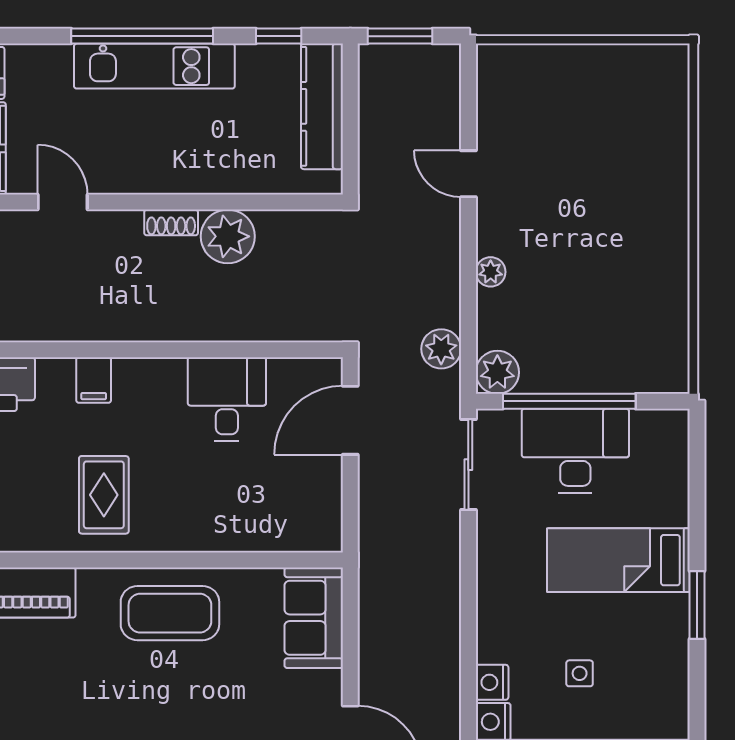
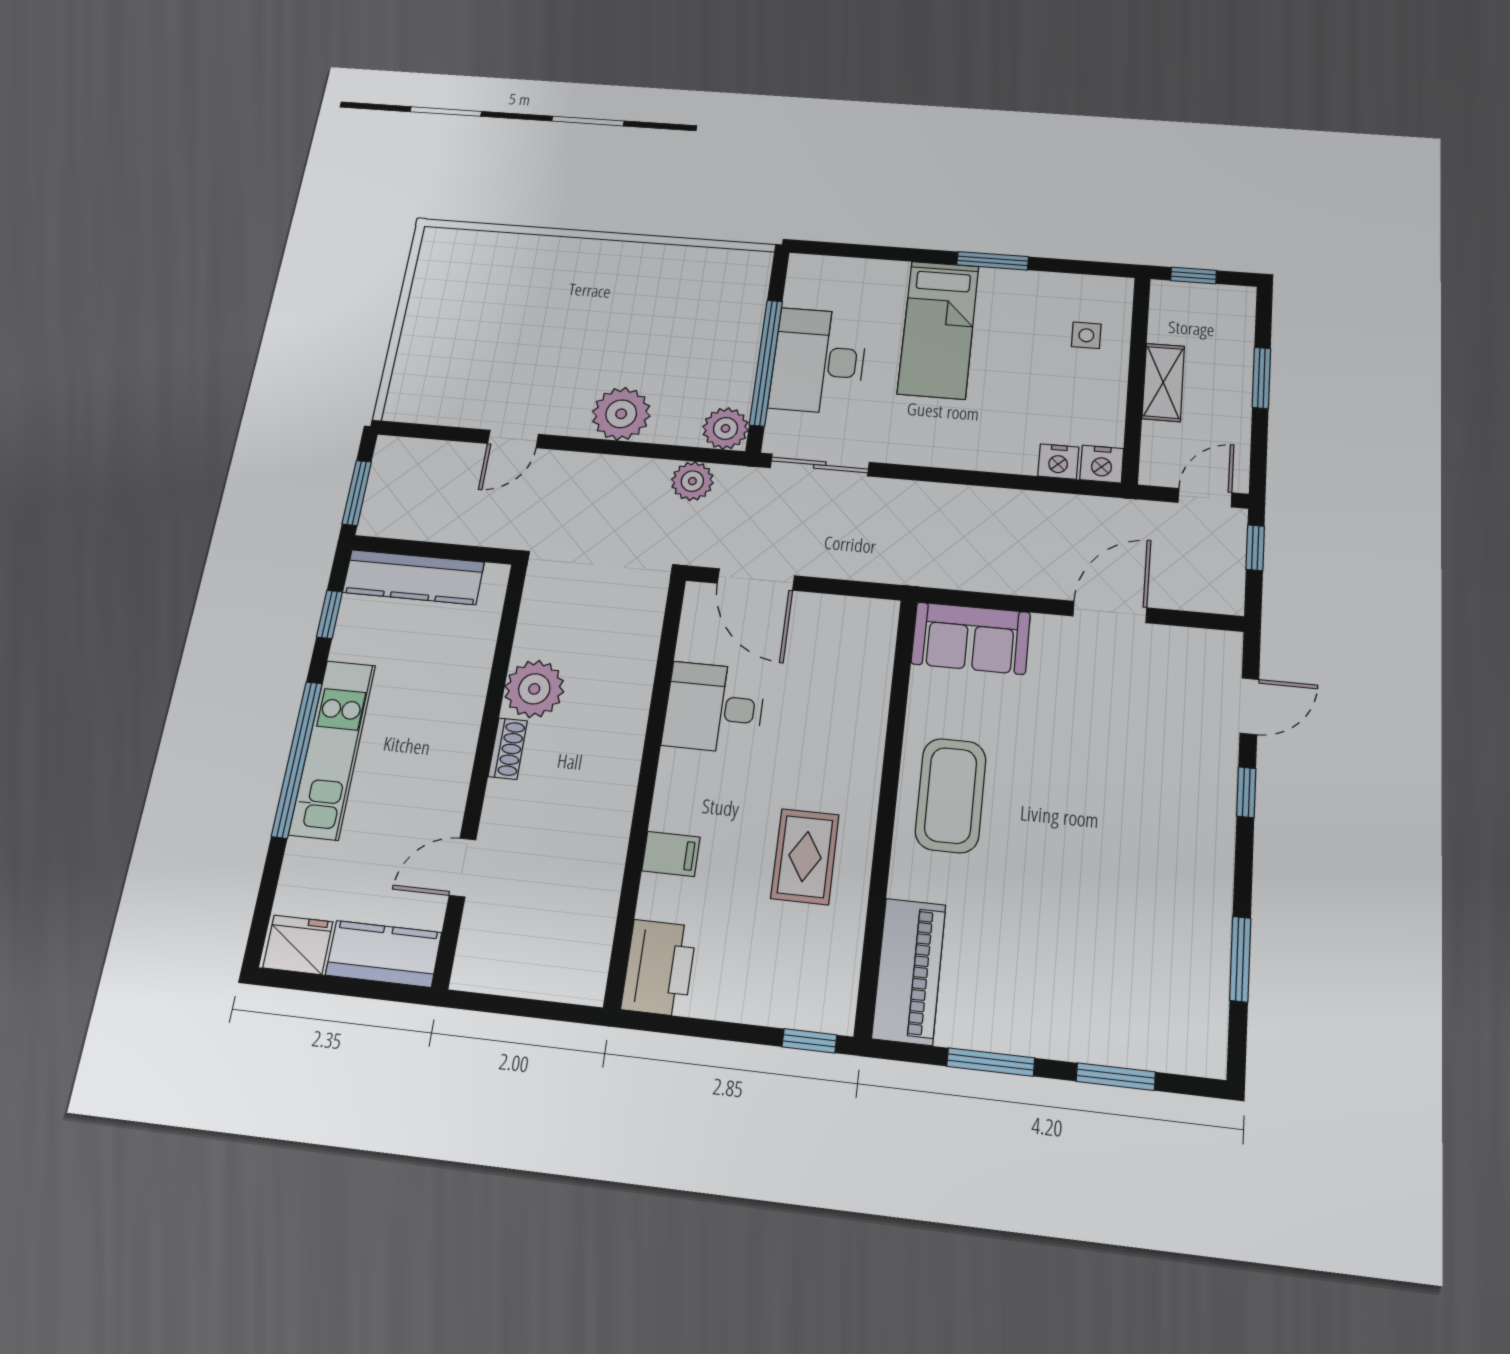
plant: (491, 272) -> (621, 414), width x1.88, depth x1.88
rug: (104, 495) -> (805, 856), turned 90
side table: (580, 673) -> (1086, 335), moved

